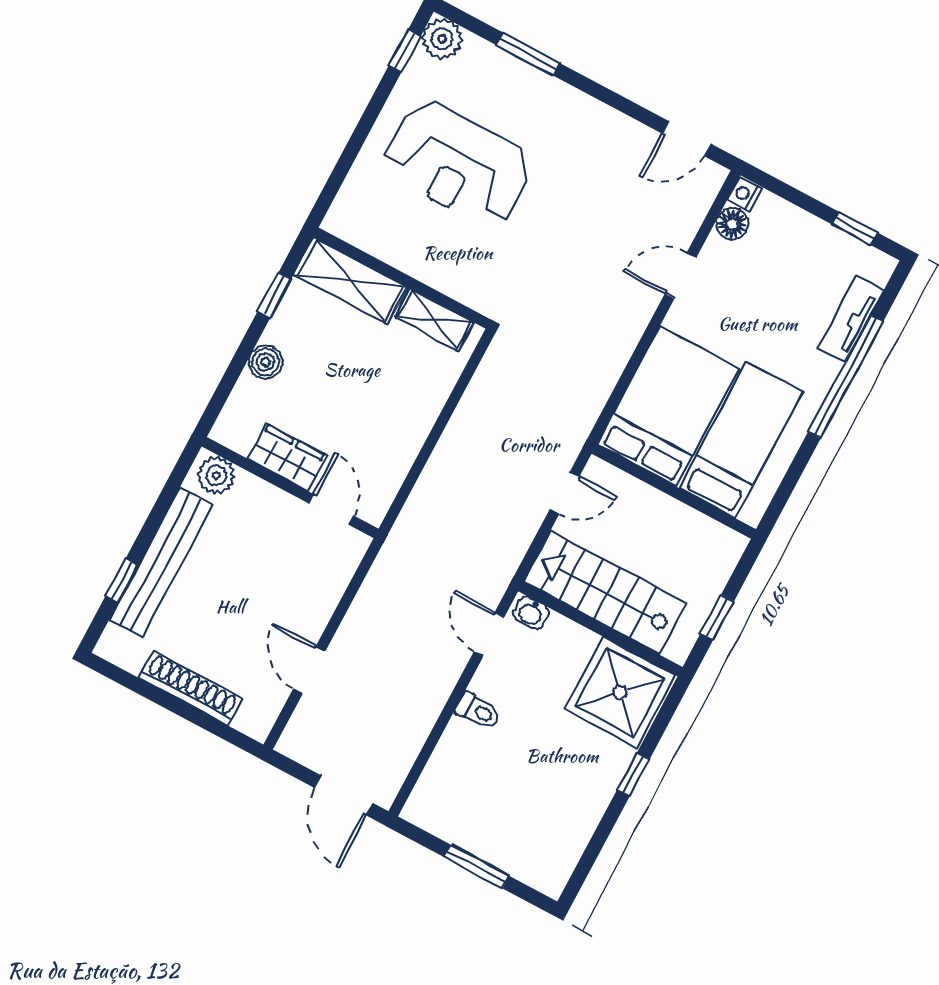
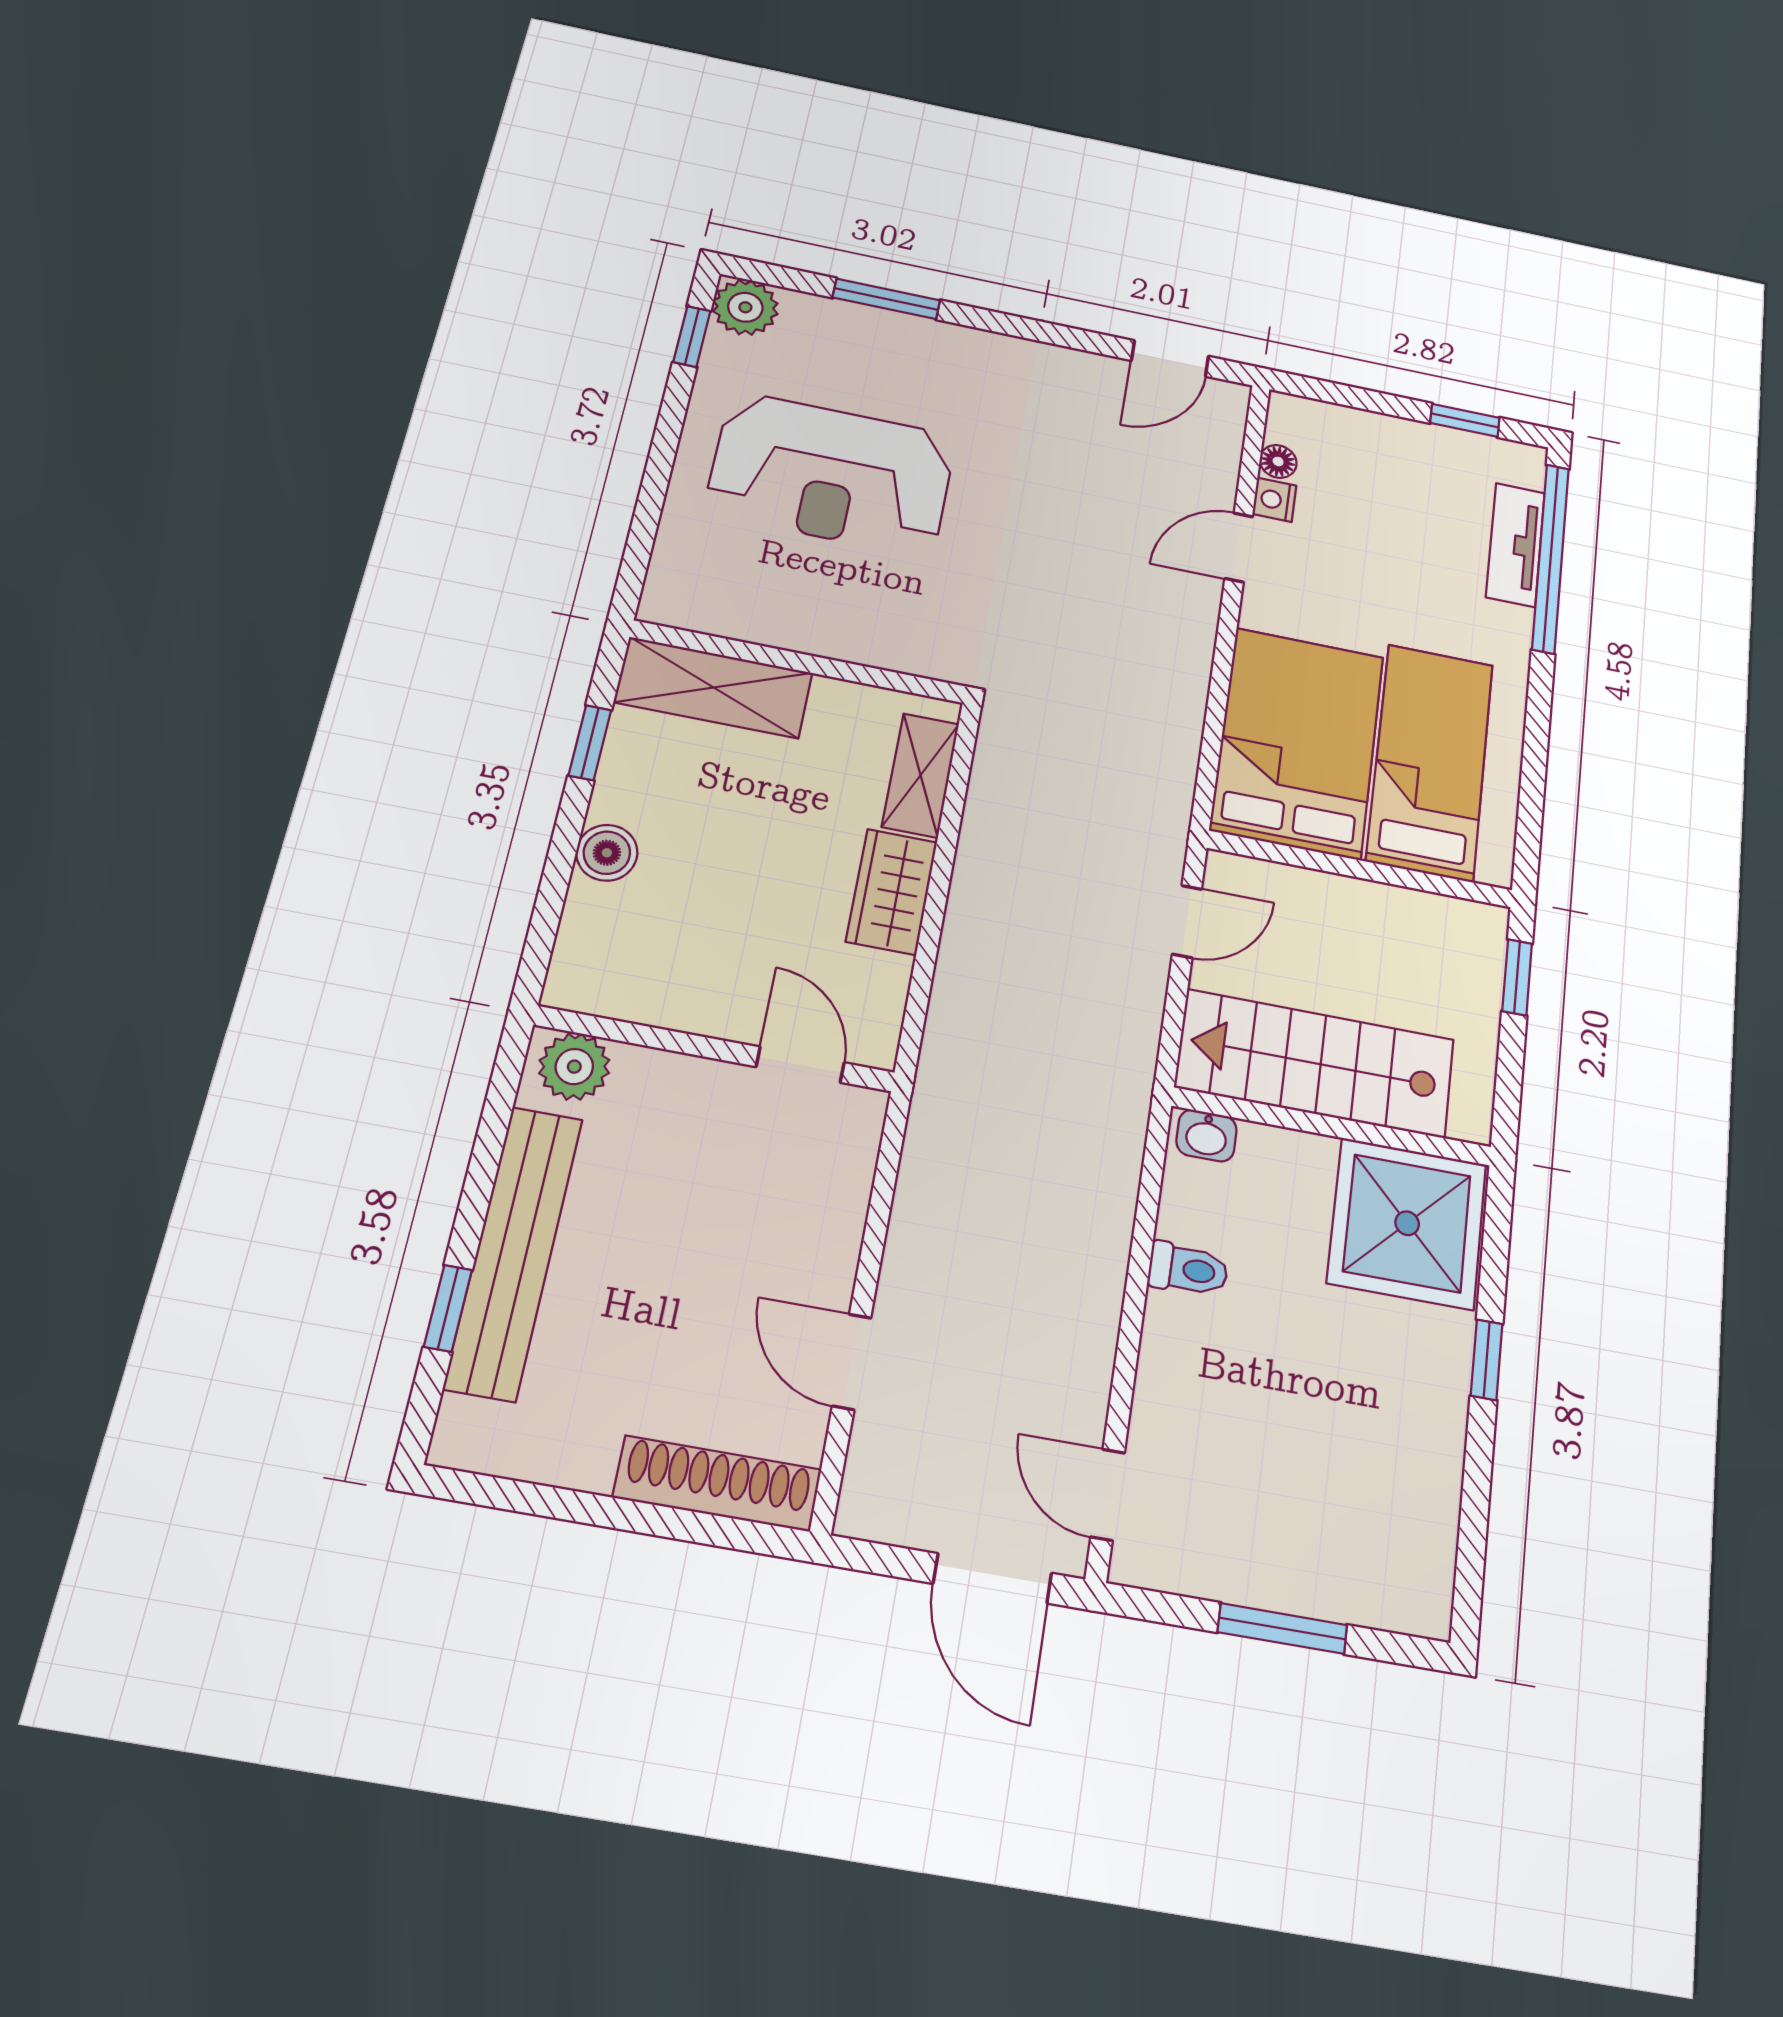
nightstand: (744, 194) -> (1274, 500), moved
floor lamp: (732, 224) -> (1278, 461), width x0.73, depth x0.73
shelving: (434, 320) -> (921, 775), moved, turned 90
window: (846, 377) -> (1551, 558), moved
wardrobe: (287, 457) -> (892, 892), moved, turned -90
window: (717, 617) -> (1517, 977), moved
door: (489, 634) -> (1108, 1495), moved
shoe rack: (191, 688) -> (717, 1483), moved
toilet: (478, 711) -> (1188, 1269), moved

